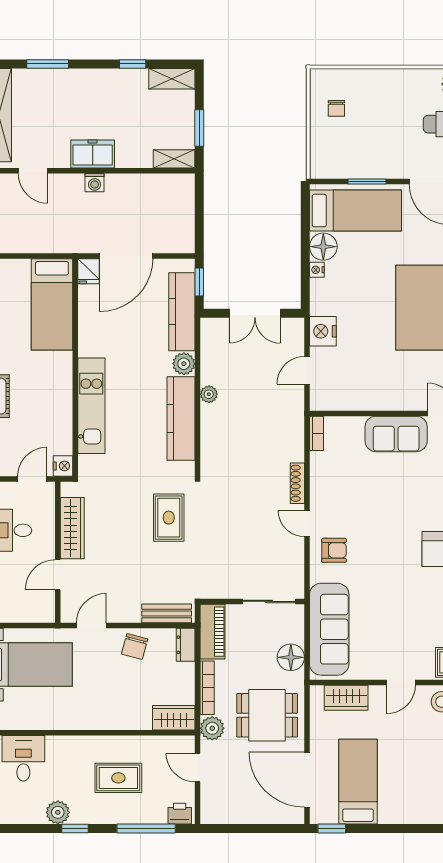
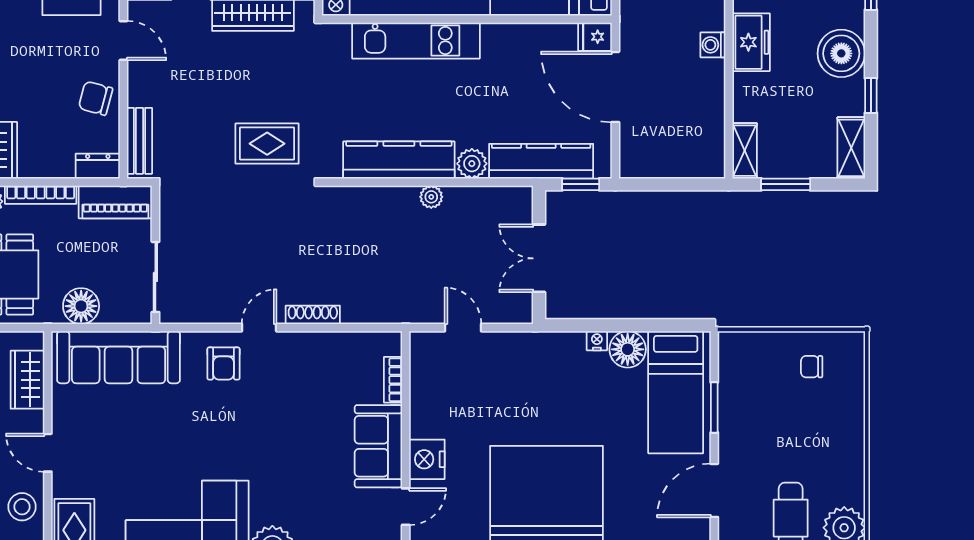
boiler: (101, 86) -> (841, 53), added
nightstand: (323, 331) -> (427, 459), moved, turned -90
bookcase: (316, 433) -> (393, 380), moved, turned 90

